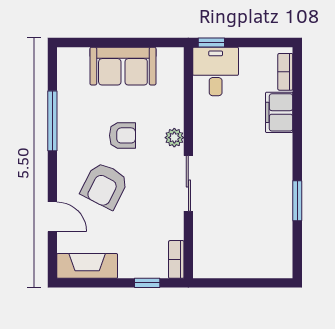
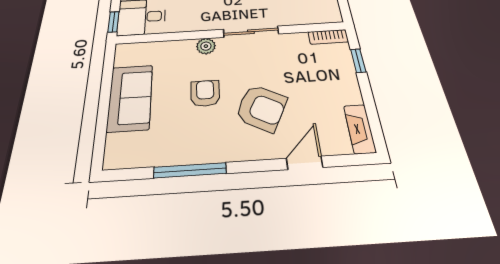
fireplace: (87, 266) -> (360, 129), width x0.73, depth x0.76

